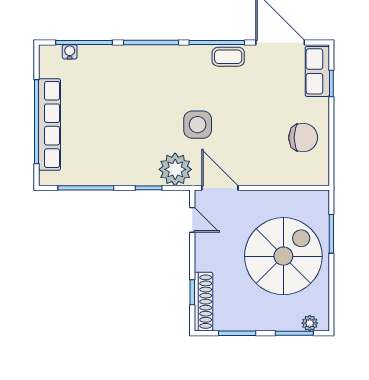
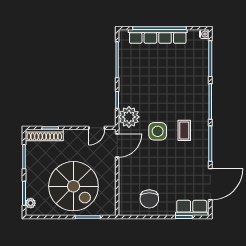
water cooler: (70, 52) -> (204, 34), moved
coffee table: (228, 57) -> (184, 130), moved

